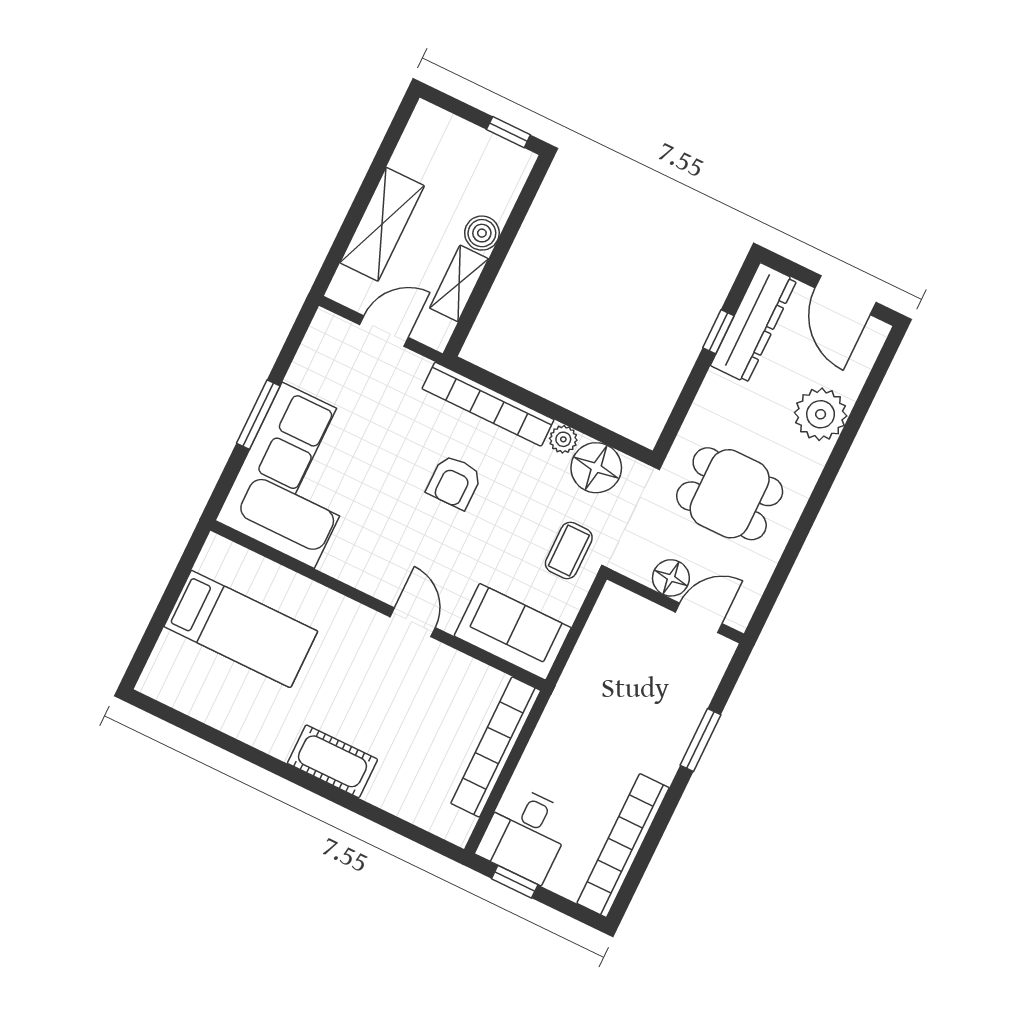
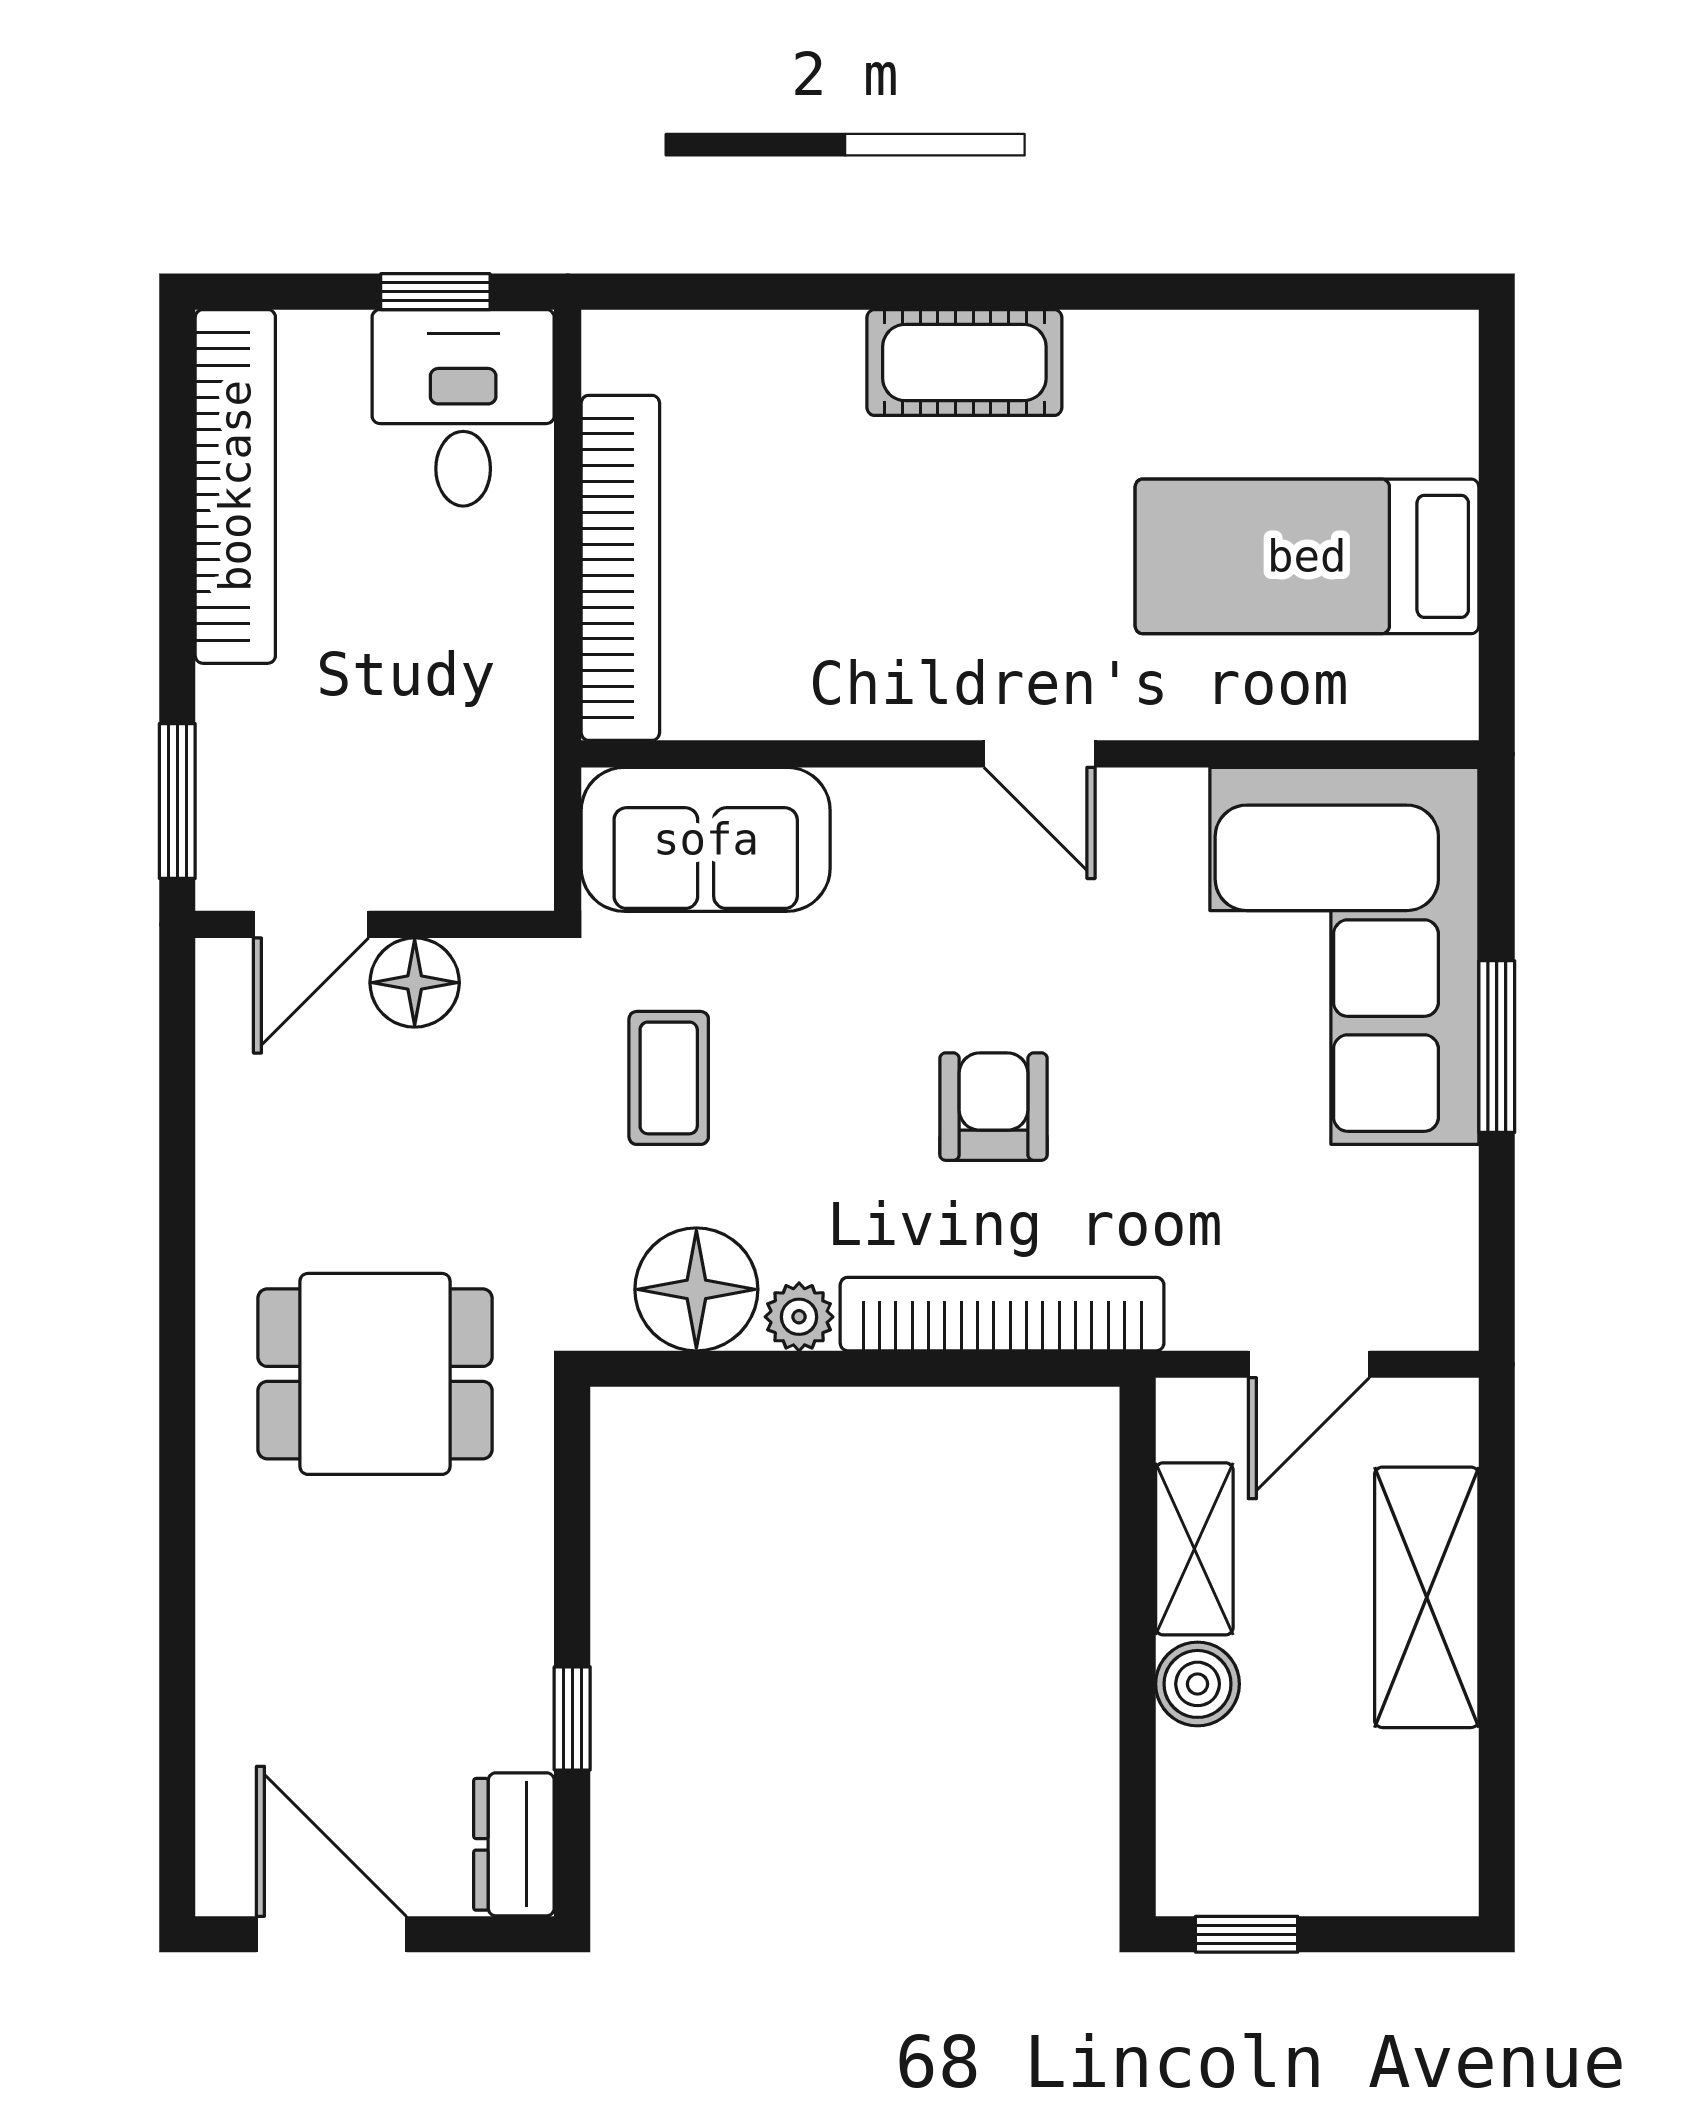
dresser: (754, 323) -> (514, 1844), width x0.51, depth x0.80
plant: (821, 414) -> (260, 1646), removed
floor lamp: (671, 578) -> (415, 983), moved
wall: (675, 606) -> (375, 924), moved
door: (699, 618) -> (311, 924), moved
door: (413, 622) -> (1039, 754), moved

